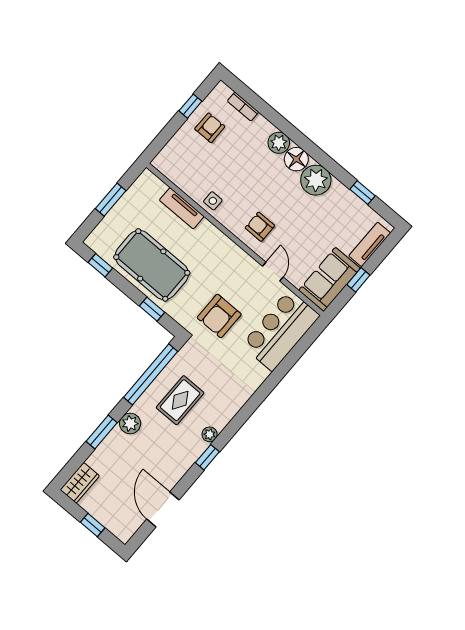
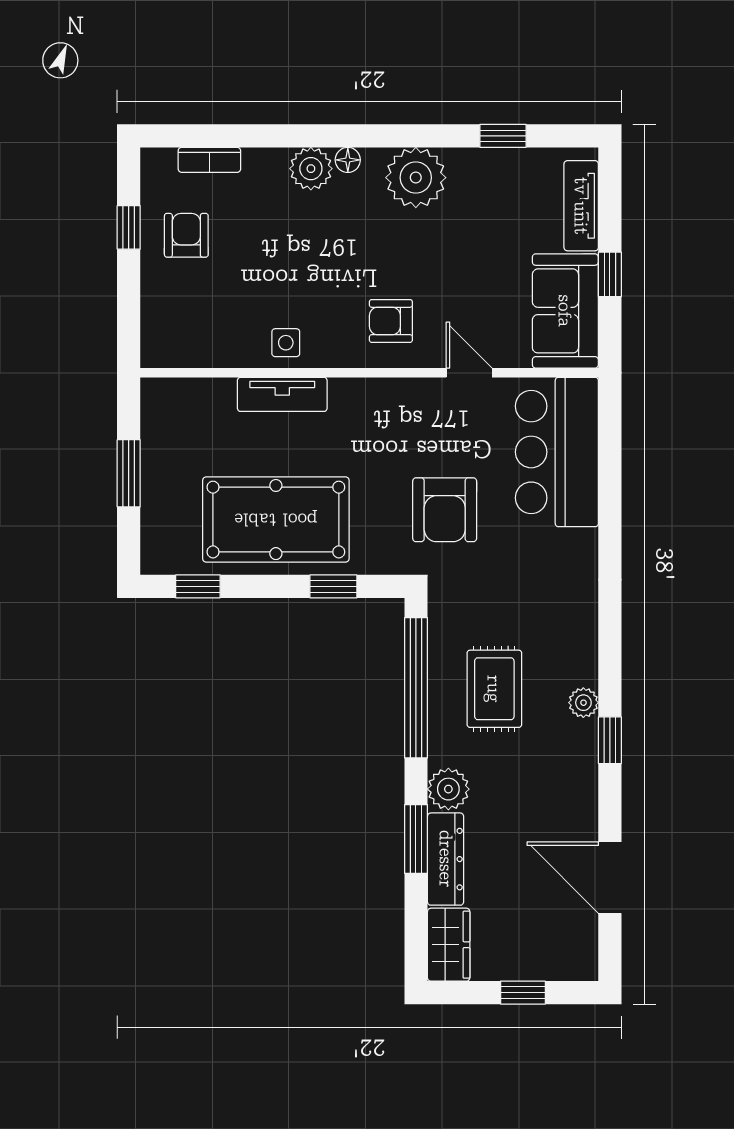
floor lamp: (296, 159) -> (348, 160), width x0.53, depth x0.53
tv unit: (182, 208) -> (282, 394), moved
dresser: (106, 449) -> (446, 859), added

